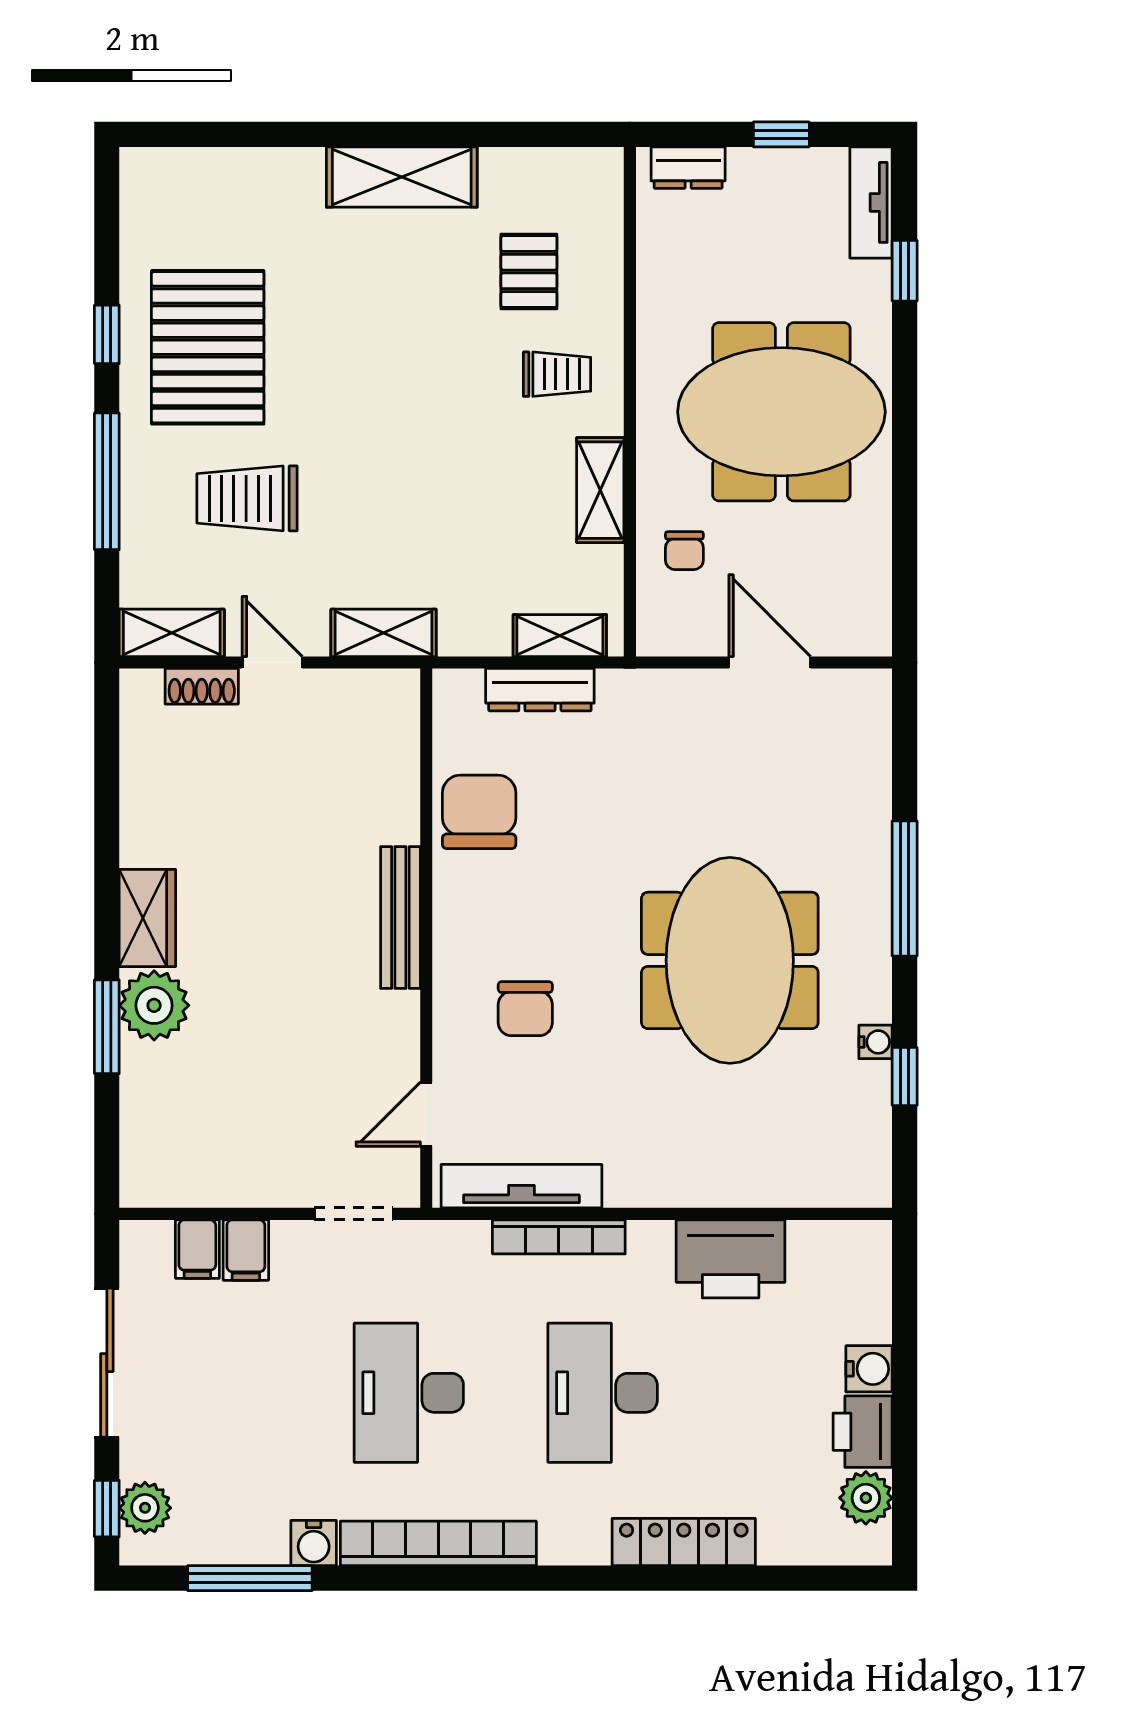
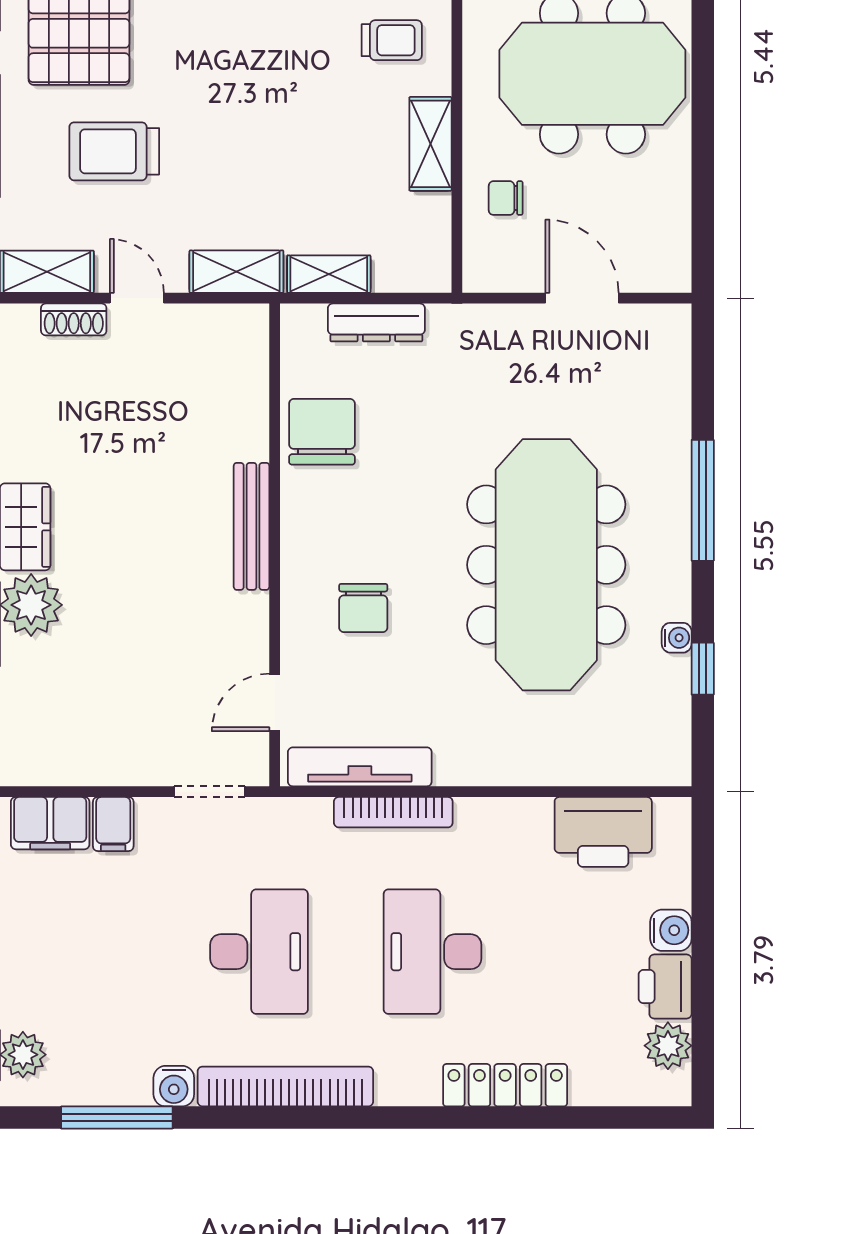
chair: (684, 551) -> (506, 198), turned 90
shelving: (560, 636) -> (329, 274), moved
meeting table: (730, 960) -> (546, 565), width x1.36
filing cabinet: (197, 1249) -> (50, 823), width x2.00
printer: (731, 1259) -> (603, 832), moved
desk: (409, 1393) -> (259, 952), turned 180

